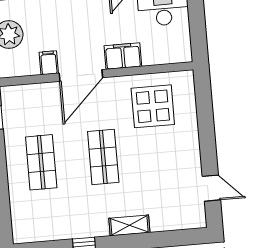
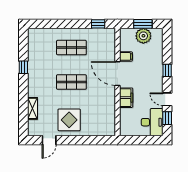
display table: (153, 106) -> (69, 120), moved
shelving: (129, 225) -> (32, 108), moved

